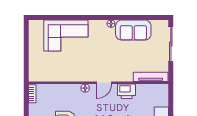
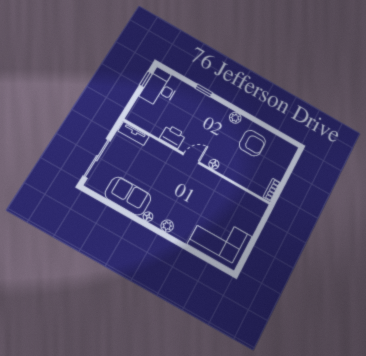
plant: (94, 25) -> (167, 226), added
corner sofa: (66, 36) -> (220, 240), moved
tv unit: (151, 77) -> (134, 134), width x0.71

